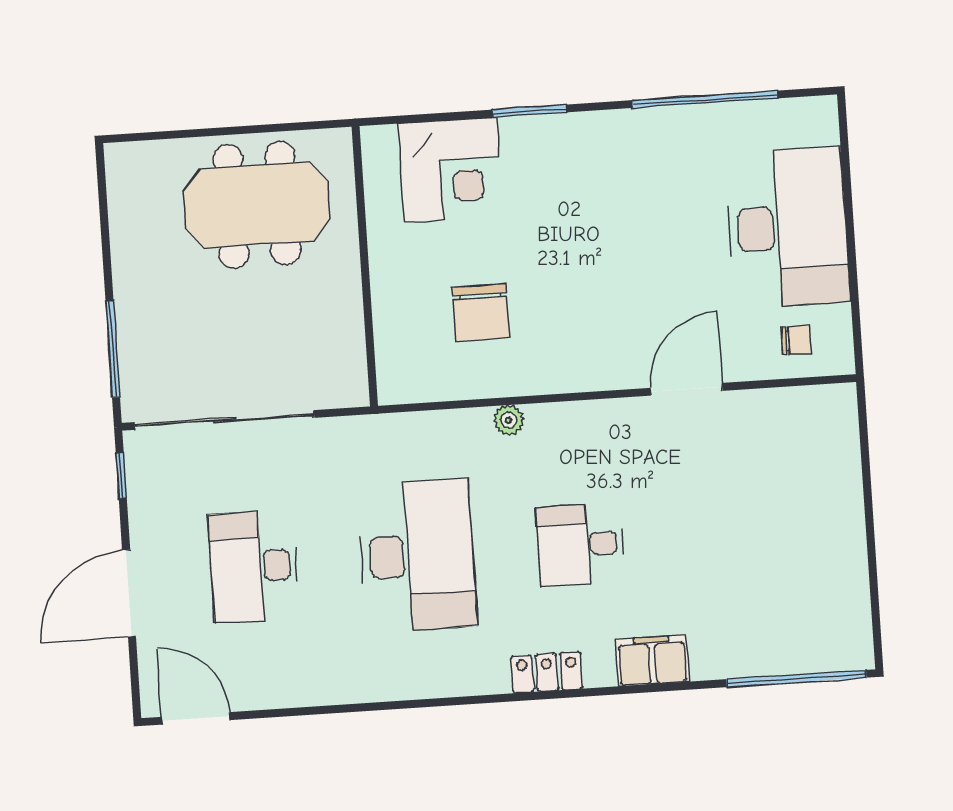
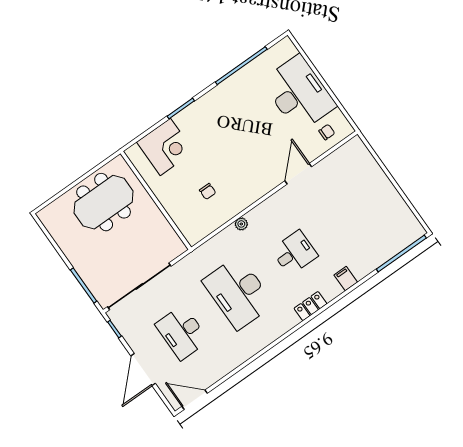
chair: (481, 312) -> (208, 191), width x0.54, depth x0.54
desk: (580, 545) -> (294, 253), turned 180
desk: (417, 555) -> (238, 293), turned 180
filing cabinet: (652, 661) -> (346, 279), width x0.50

